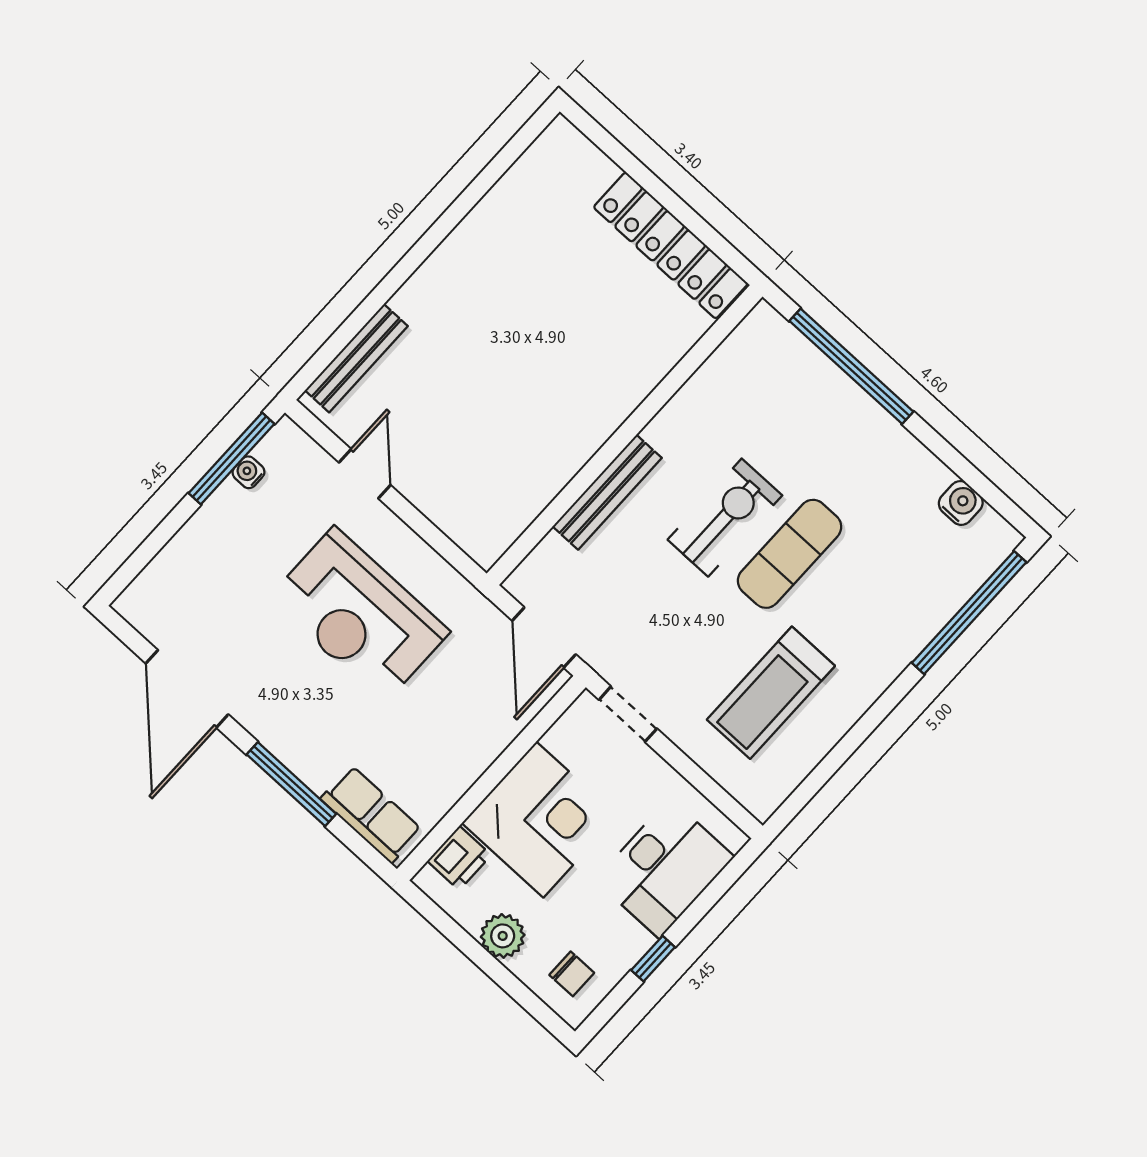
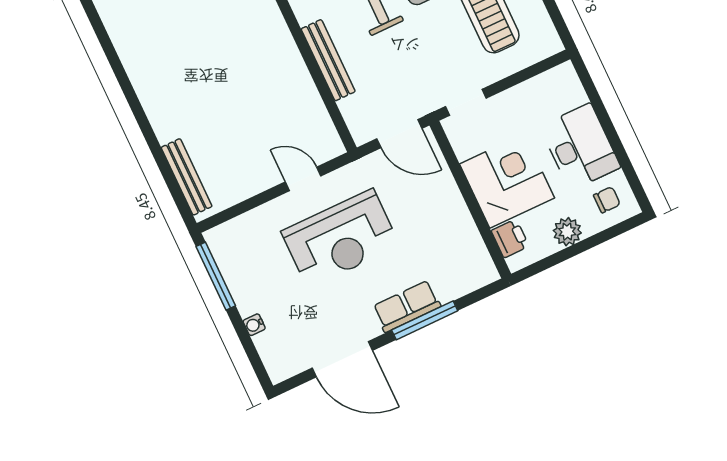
water cooler: (249, 472) -> (254, 325), moved
door: (365, 474) -> (303, 179), moved
row of seats: (371, 814) -> (407, 306), moved
desk: (665, 868) -> (580, 147), moved
window: (653, 959) -> (618, 147), removed

